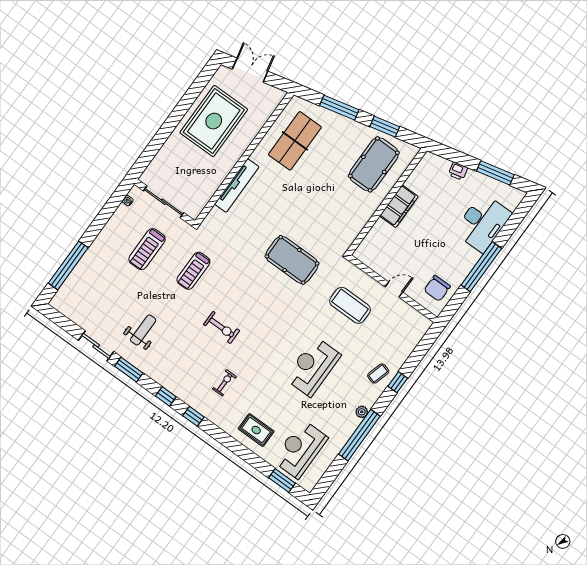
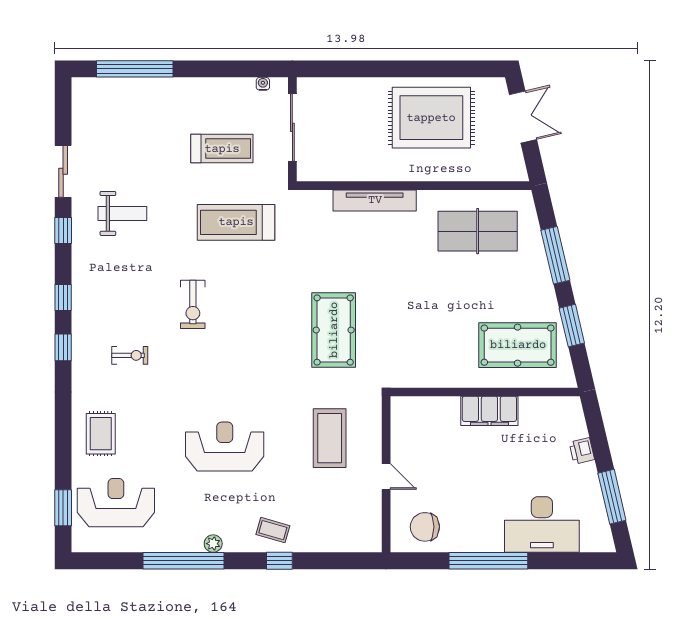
treadmill: (147, 249) -> (222, 149), turned 180
treadmill: (193, 271) -> (236, 222), width x1.37, depth x1.38
window: (129, 370) -> (63, 230), width x0.67

